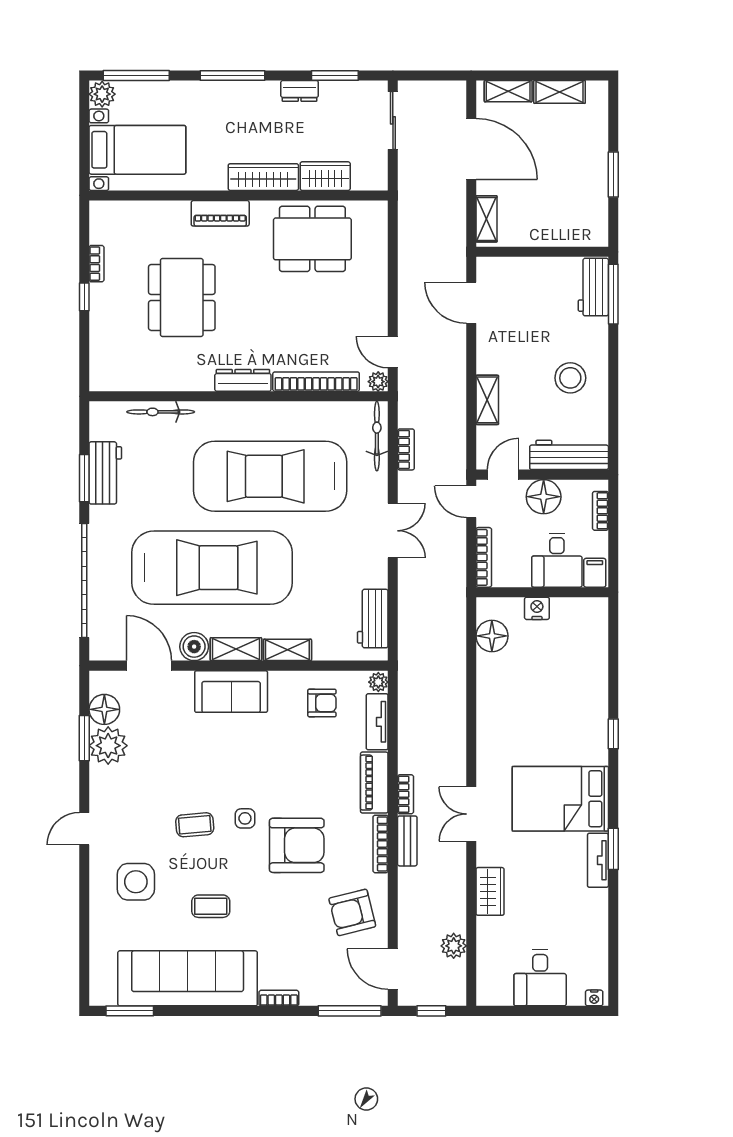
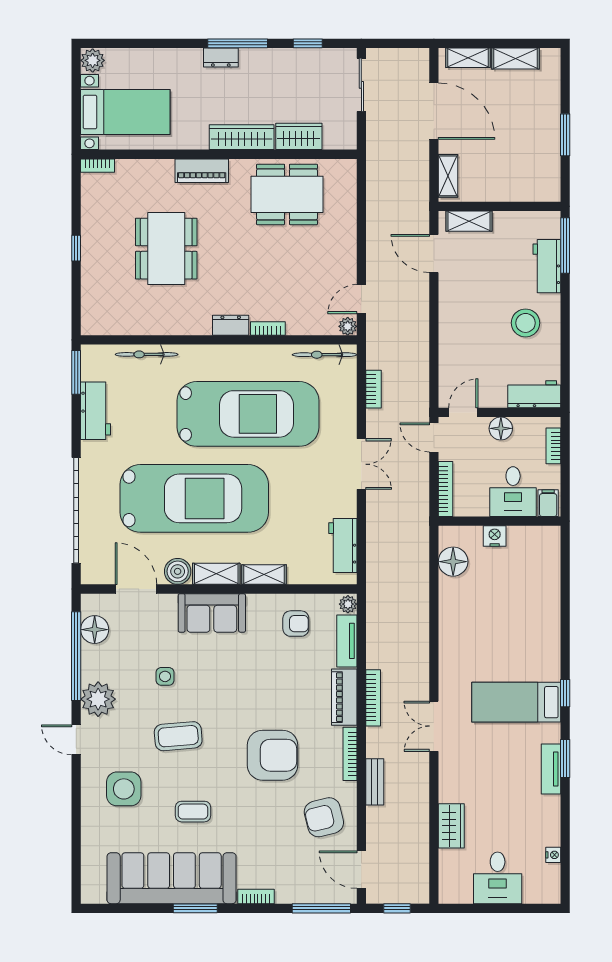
window: (136, 75) -> (124, 43), removed
window: (232, 75) -> (238, 43), moved
window: (335, 75) -> (308, 43), width x0.67
dresser: (300, 91) -> (221, 58), moved
bookcase: (96, 264) -> (97, 166), moved, turned 90
workbench: (593, 287) -> (547, 266), moved
door: (393, 352) -> (361, 299), hinge flipped
dresser: (243, 380) -> (231, 325), width x0.70
bookcase: (316, 382) -> (268, 329), width x0.43, depth x0.76
shelving: (487, 400) -> (469, 221), moved, turned 90
bicycle: (377, 436) -> (325, 355), moved, turned -90
workbench: (569, 455) -> (534, 394), width x0.73
car: (270, 476) -> (248, 414), turned 180
window: (84, 478) -> (76, 372), moved
floor lamp: (544, 497) -> (501, 428), width x0.73, depth x0.73
window: (613, 734) -> (565, 693), moved
window: (84, 738) -> (76, 656), width x2.11
plant: (108, 746) -> (98, 699), moved
bookcase: (406, 794) -> (373, 698), width x1.56
bed: (560, 799) -> (516, 702), width x0.67
side table: (245, 818) -> (165, 676), moved
coffee table: (195, 825) -> (178, 736), width x1.36, depth x1.30
door: (84, 829) -> (76, 740), hinge flipped
bench: (407, 841) -> (375, 782), moved
wardrobe: (490, 891) -> (451, 826), moved
plant: (454, 946) -> (418, 848), removed
nightstand: (594, 998) -> (553, 855), moved, turned -90
window: (130, 1011) -> (195, 908), moved

